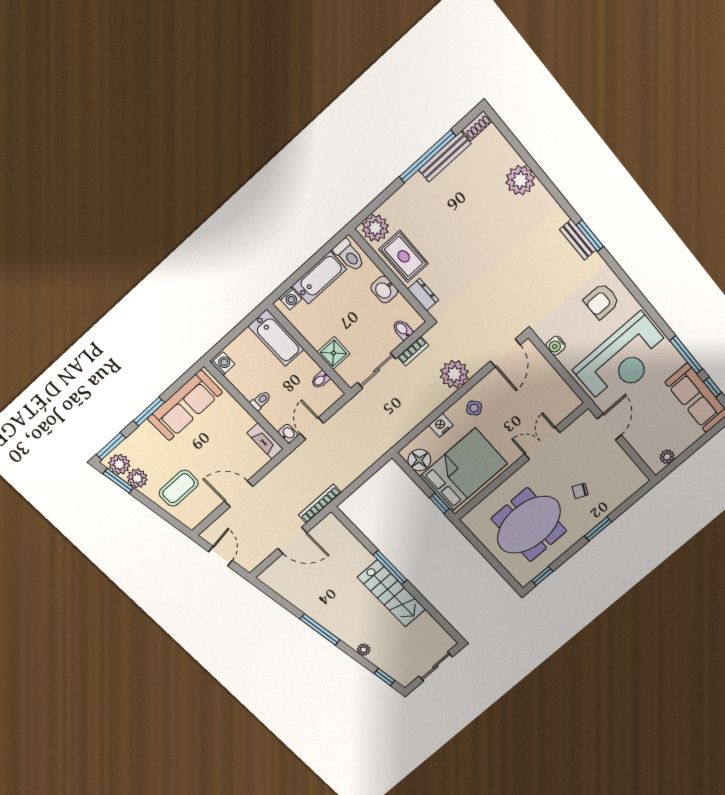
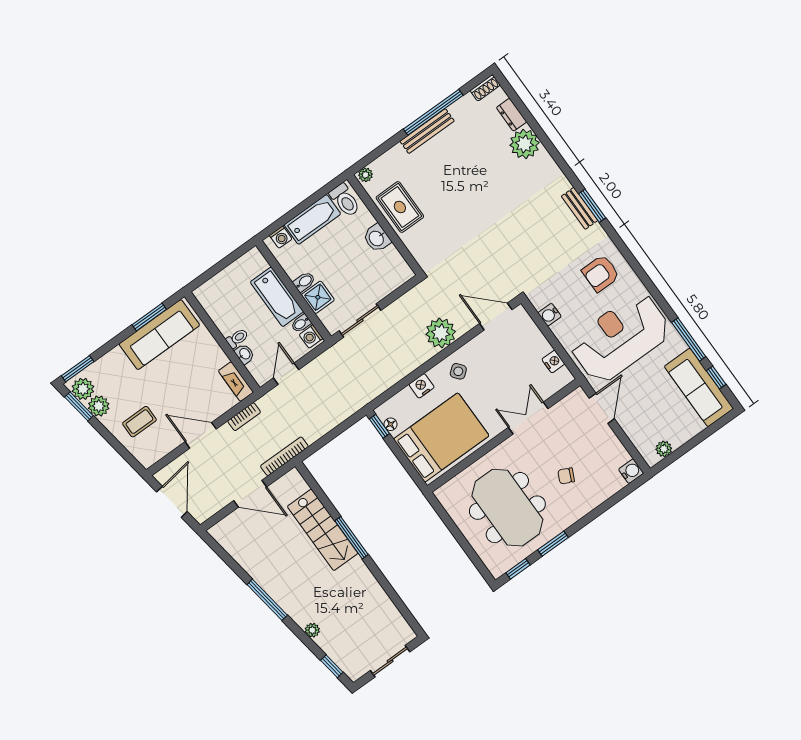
bench: (445, 157) -> (427, 131), moved
plant: (375, 228) -> (365, 175), width x0.53, depth x0.53
dresser: (423, 295) -> (512, 115), moved, turned 180
bidet: (402, 329) -> (304, 282), moved, turned 90
bathtub: (276, 338) -> (277, 297), moved
bookcase: (413, 351) -> (244, 417), moved
door: (505, 353) -> (496, 317), swing flipped
reception desk: (623, 360) -> (620, 338), turned 180
washing machine: (223, 363) -> (311, 337), moved, turned 180
nightstand: (562, 389) -> (553, 362), added
window: (149, 411) -> (149, 317), moved
washbasin: (288, 434) -> (244, 354), moved
floor lamp: (419, 460) -> (391, 424), width x0.53, depth x0.53
water cooler: (639, 480) -> (631, 471), added
coffee table: (179, 488) -> (139, 422), width x0.73, depth x0.77
window: (439, 503) -> (379, 426), moved
meeting table: (529, 525) -> (507, 508), turned 90
window: (598, 529) -> (553, 544), moved
door: (220, 556) -> (172, 502), width x1.38
stairs: (392, 593) -> (323, 530), moved

